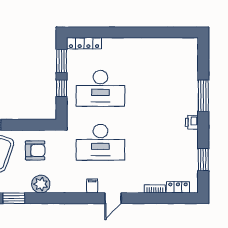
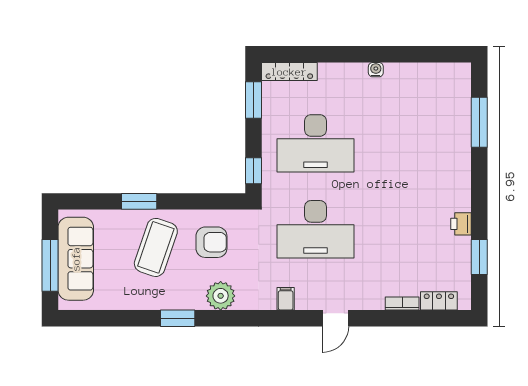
water cooler: (138, 42) -> (376, 70), added
window: (62, 88) -> (254, 171), moved
window: (203, 96) -> (479, 122), moved
printer: (192, 122) -> (461, 224), moved
filing cabinet: (92, 186) -> (286, 299), moved

